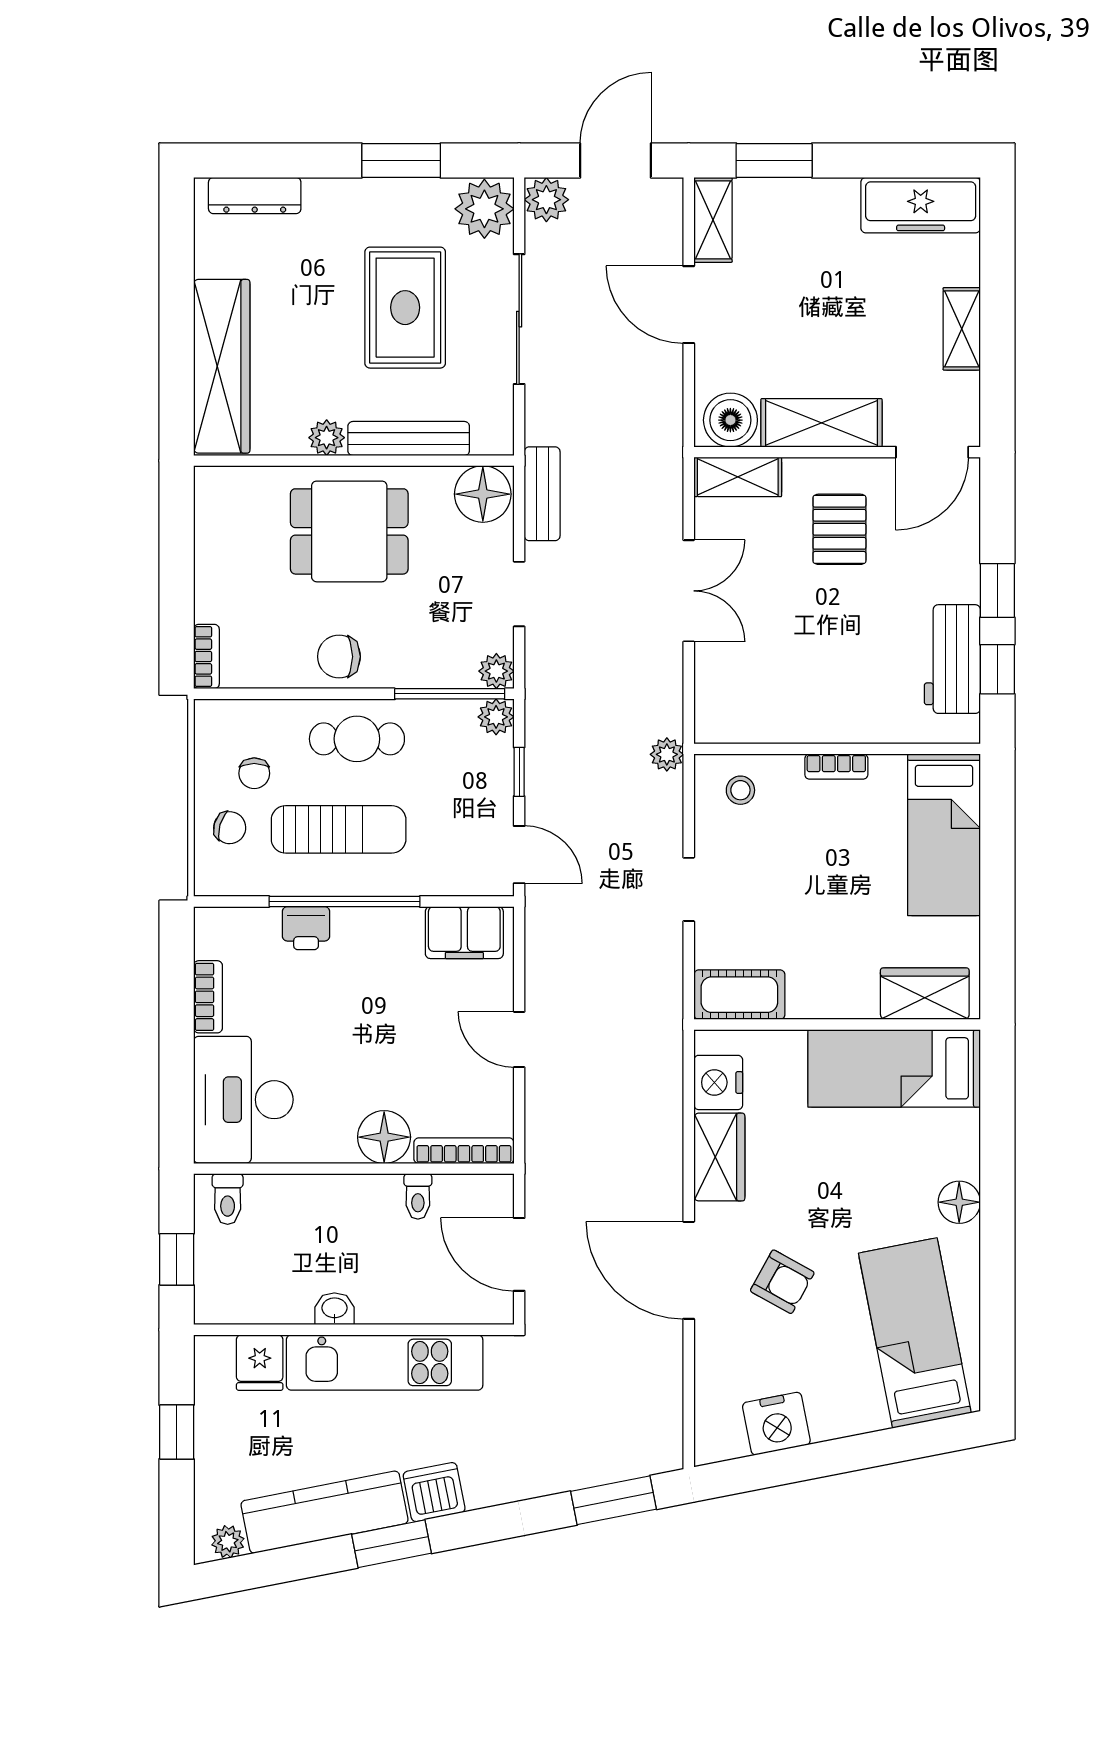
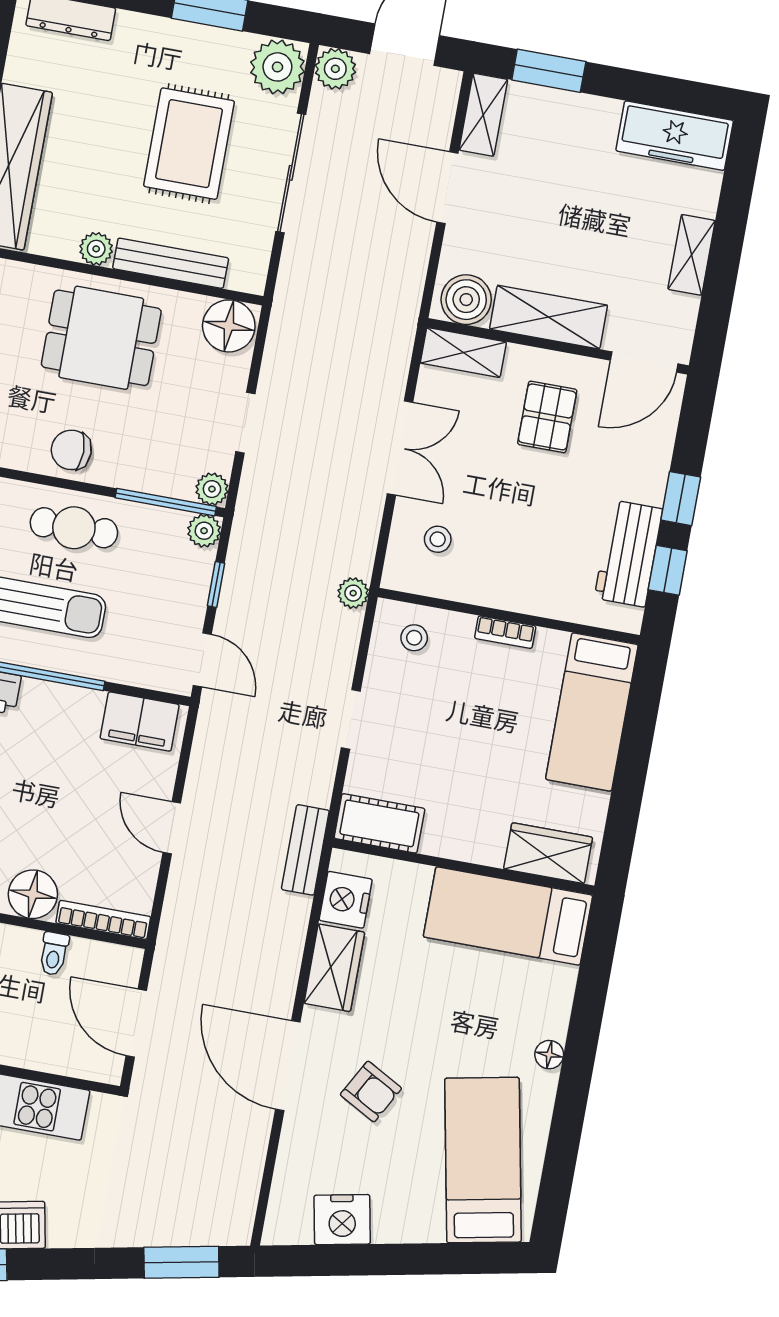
bench: (542, 494) -> (305, 850), moved
stool: (746, 681) -> (438, 539), added
floor lamp: (959, 1202) -> (549, 1055), width x0.73, depth x0.73

